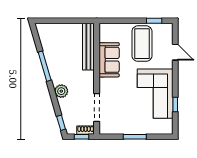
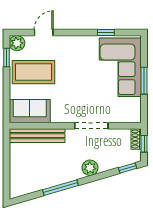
plant: (166, 30) -> (17, 43), added
sofa: (109, 60) -> (30, 111), moved
corner sofa: (155, 94) -> (120, 67), moved, turned 90
doorway: (97, 107) -> (91, 126), moved

